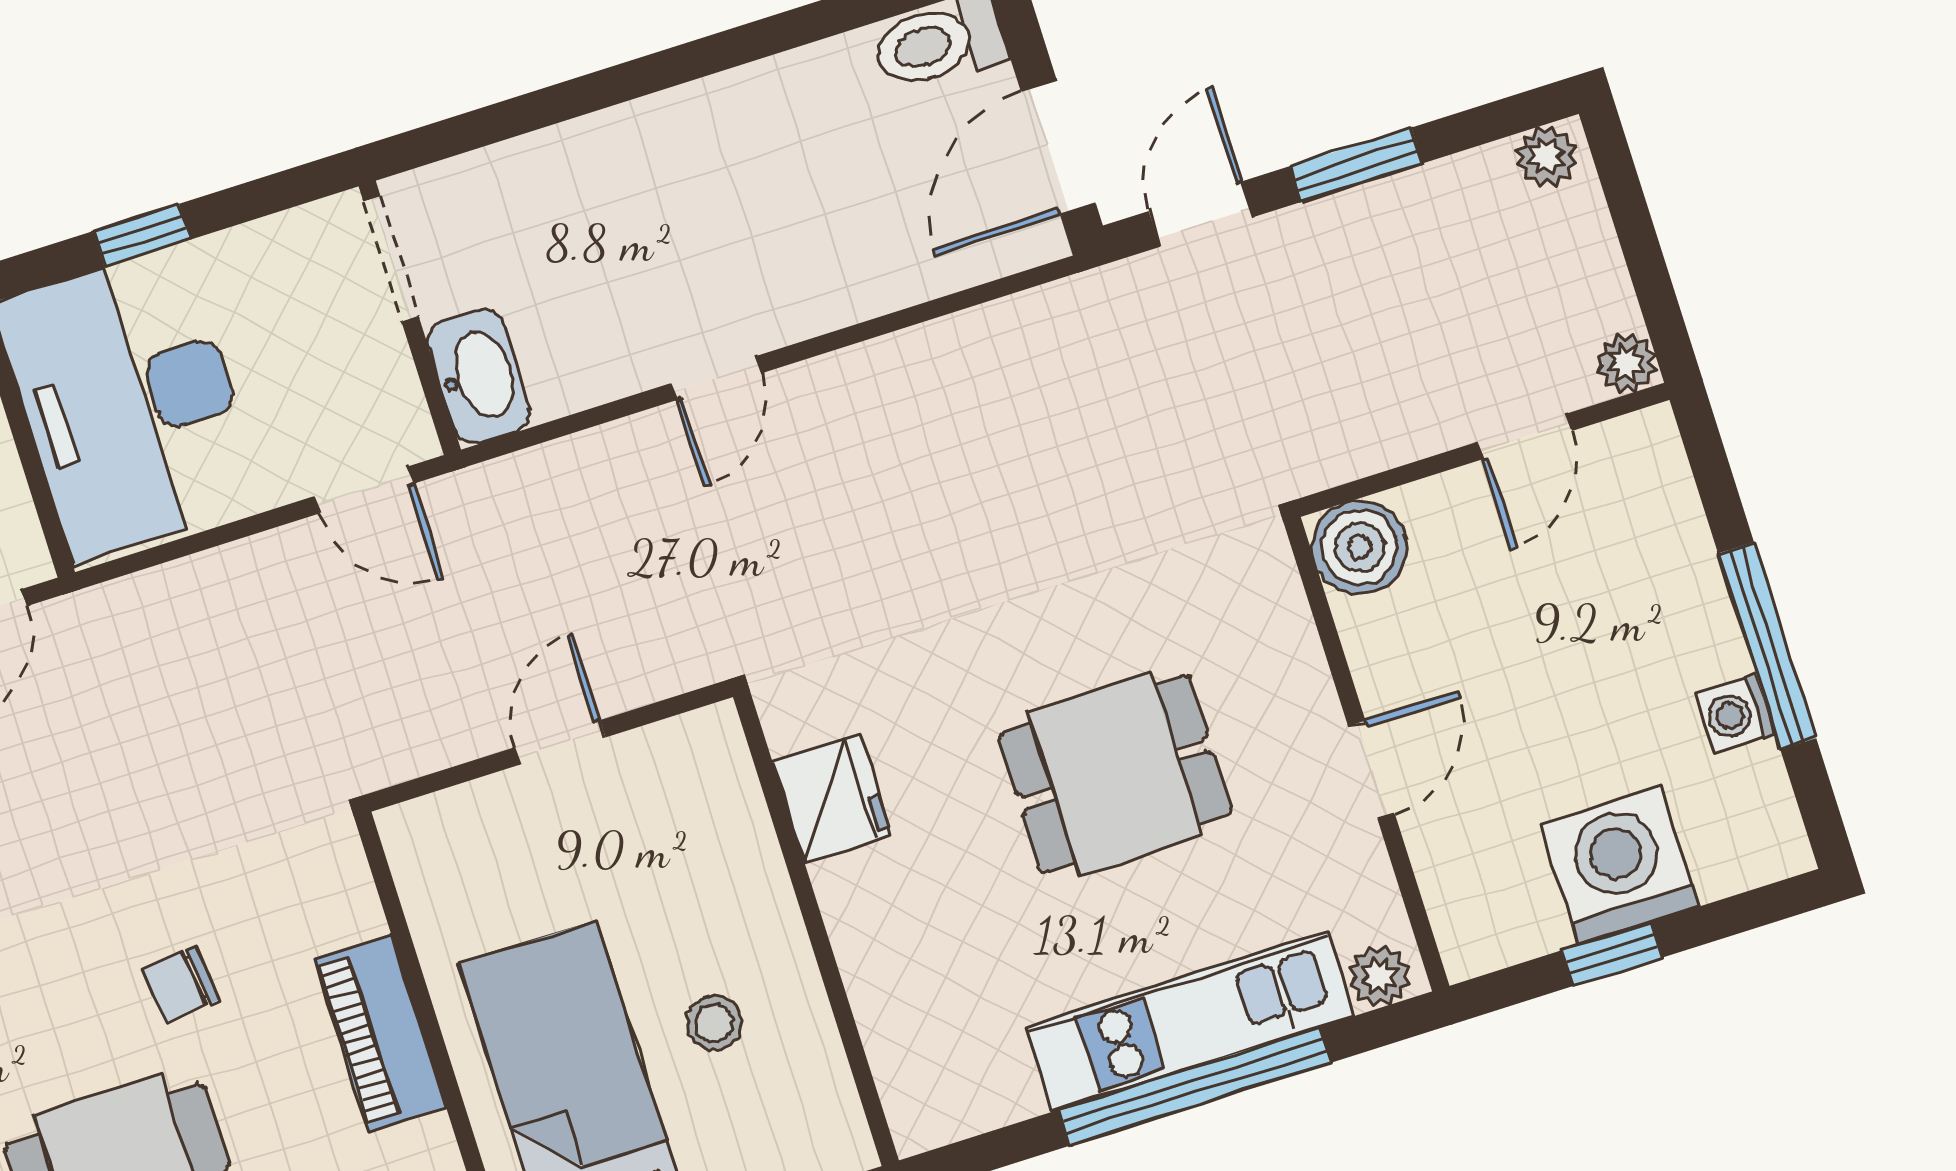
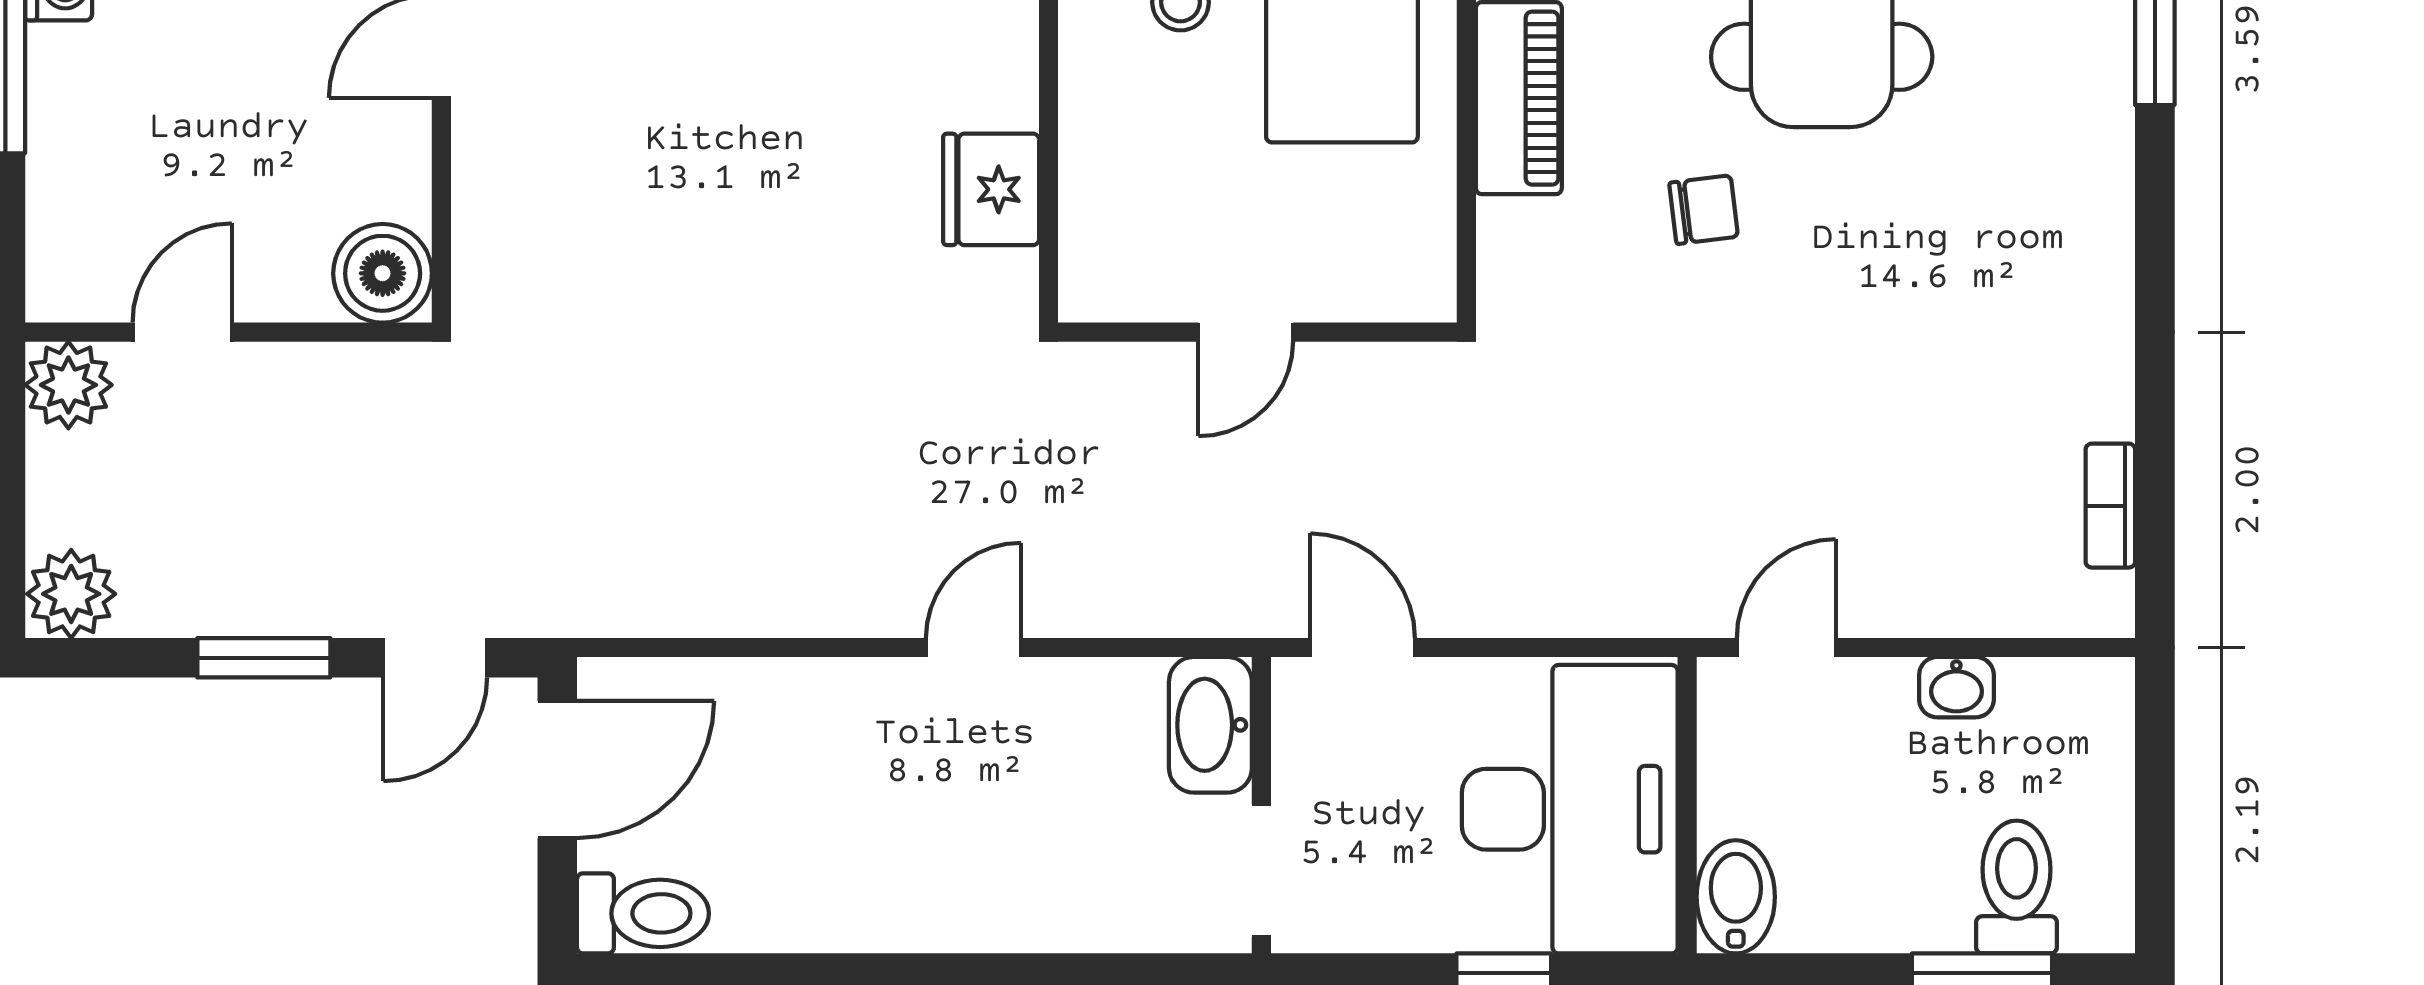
plant: (1546, 156) -> (71, 594), width x1.38, depth x1.38
plant: (1626, 363) -> (68, 385), width x1.38, depth x1.38
dining table: (1115, 774) -> (700, 124), removed

